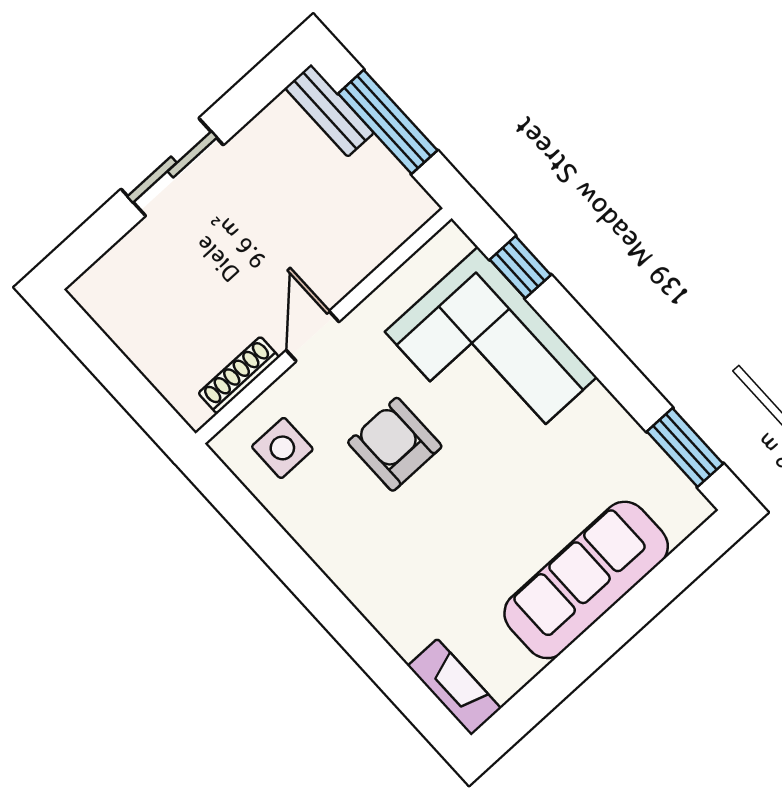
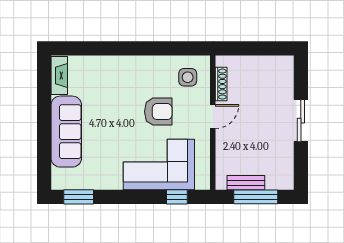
bench: (329, 110) -> (246, 183), moved
door: (313, 336) -> (213, 117), hinge flipped
fireplace: (454, 687) -> (59, 76), moved, turned -90

